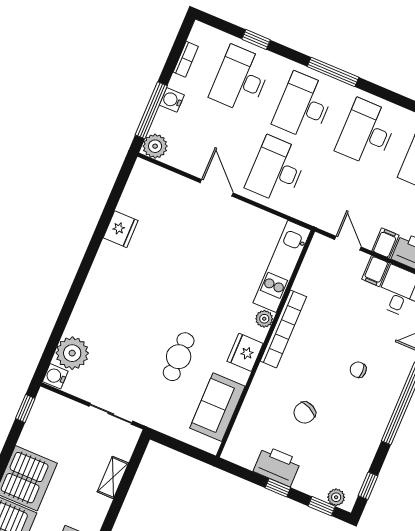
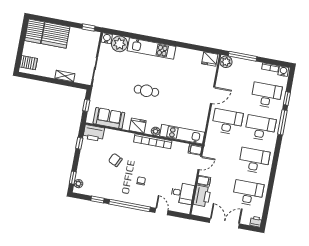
window: (333, 72) -> (282, 122), moved
water cooler: (172, 100) -> (283, 71), moved
fridge: (121, 229) -> (210, 59), moved
filing cabinet: (376, 271) -> (195, 150), moved
kitchen unit: (96, 291) -> (151, 49), added
cafe table: (179, 357) -> (146, 91), moved
window: (182, 447) -> (86, 105), added
printer: (277, 466) -> (94, 133), moved, turned 90
window: (368, 486) -> (97, 199), moved
window: (278, 488) -> (79, 143), moved

